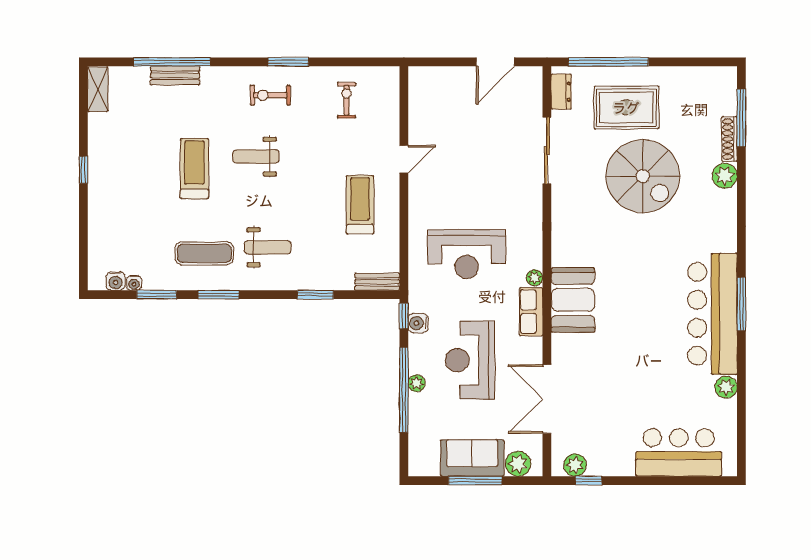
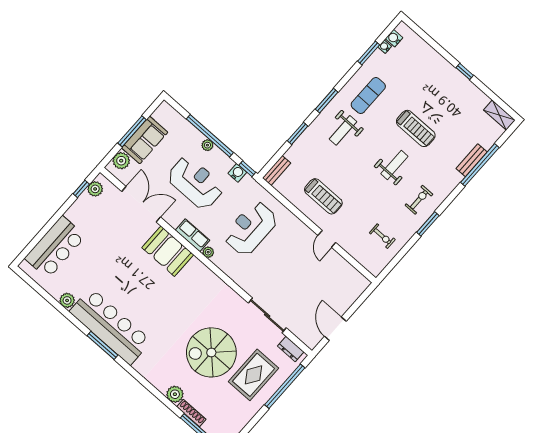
window: (218, 295) -> (327, 101), moved
booth: (573, 300) -> (168, 251), moved

